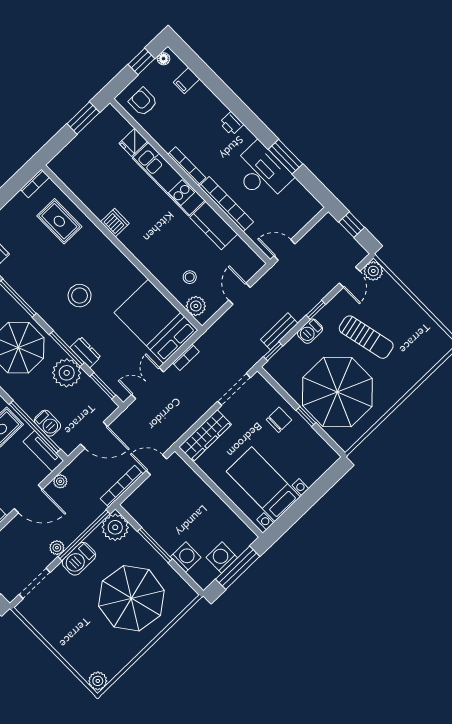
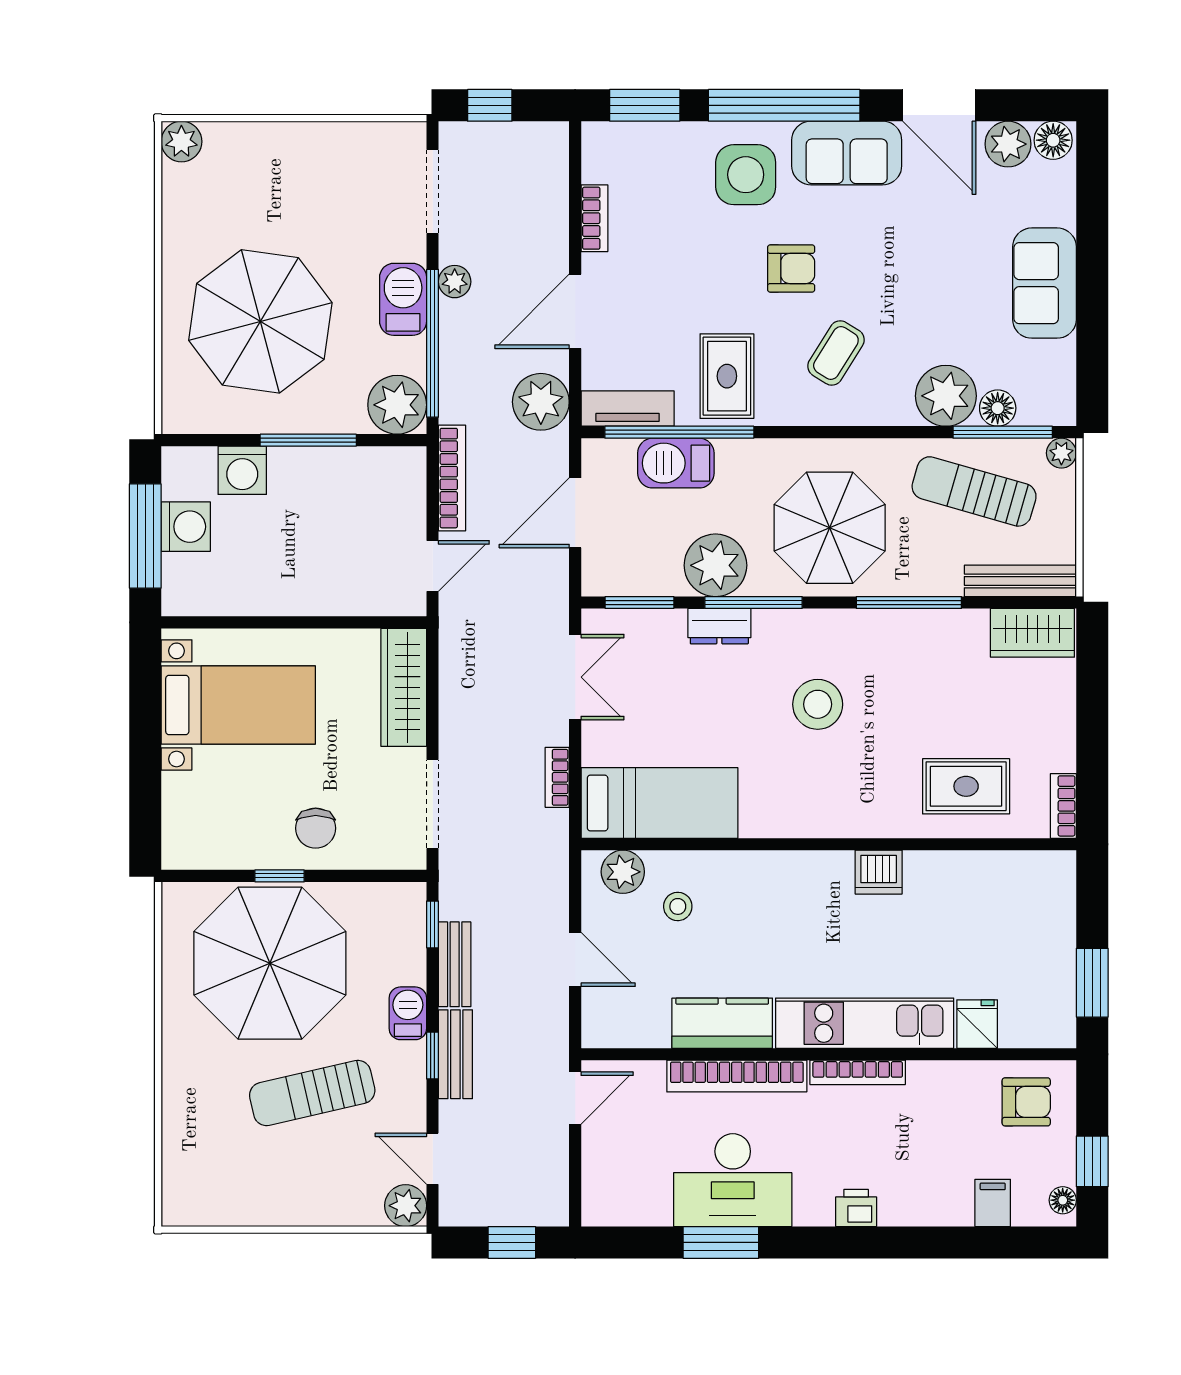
bench: (308, 303) -> (455, 1054), added
bed: (156, 321) -> (660, 803), width x0.67
barbecue: (48, 423) -> (676, 463), width x1.38, depth x1.27
plant: (60, 481) -> (541, 402), width x1.88, depth x1.88

